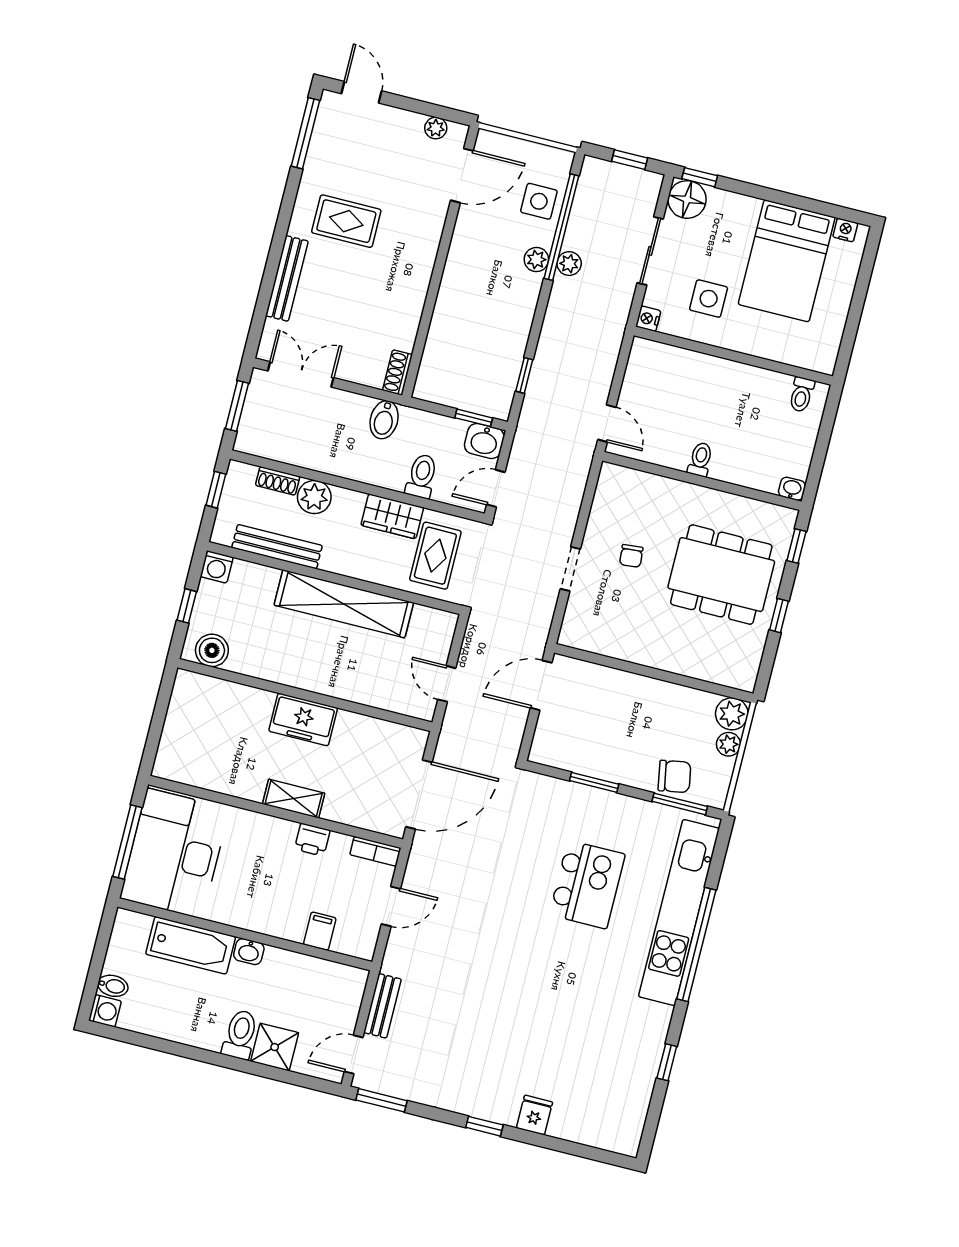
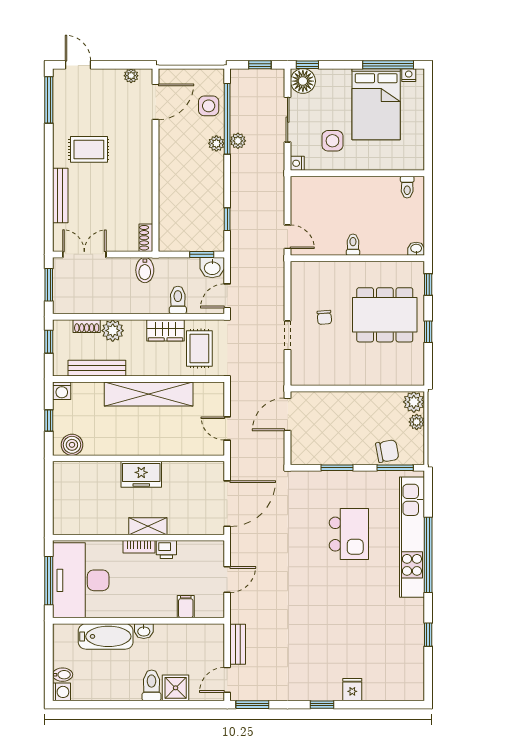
window: (819, 207) -> (388, 65), added
bookcase: (375, 851) -> (139, 547), moved

